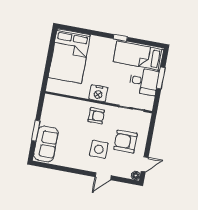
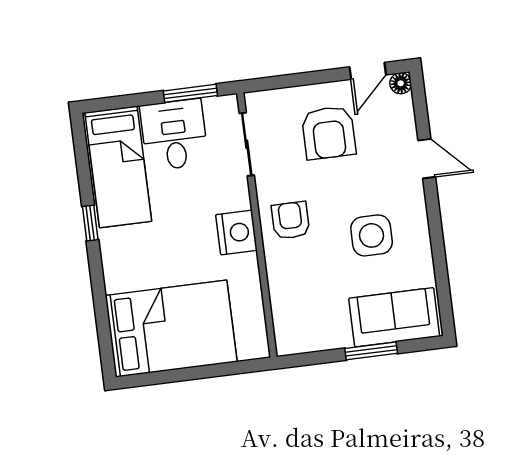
window: (161, 78) -> (190, 93), moved
side table: (99, 149) -> (372, 235), moved
door: (145, 164) -> (368, 71), swing flipped

